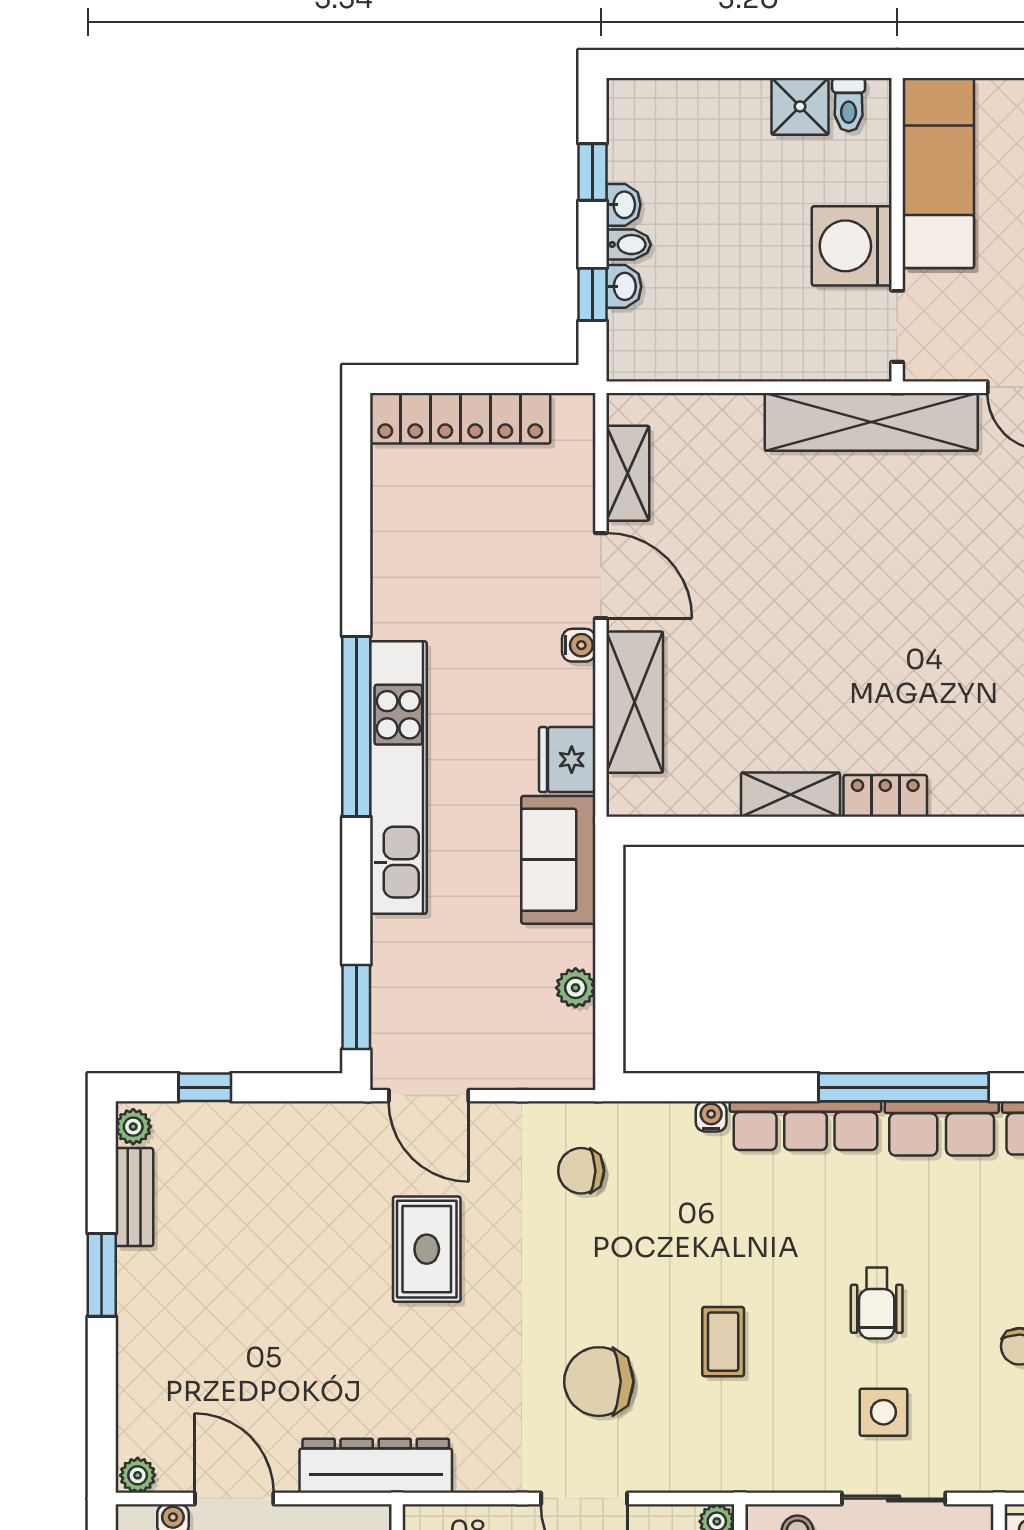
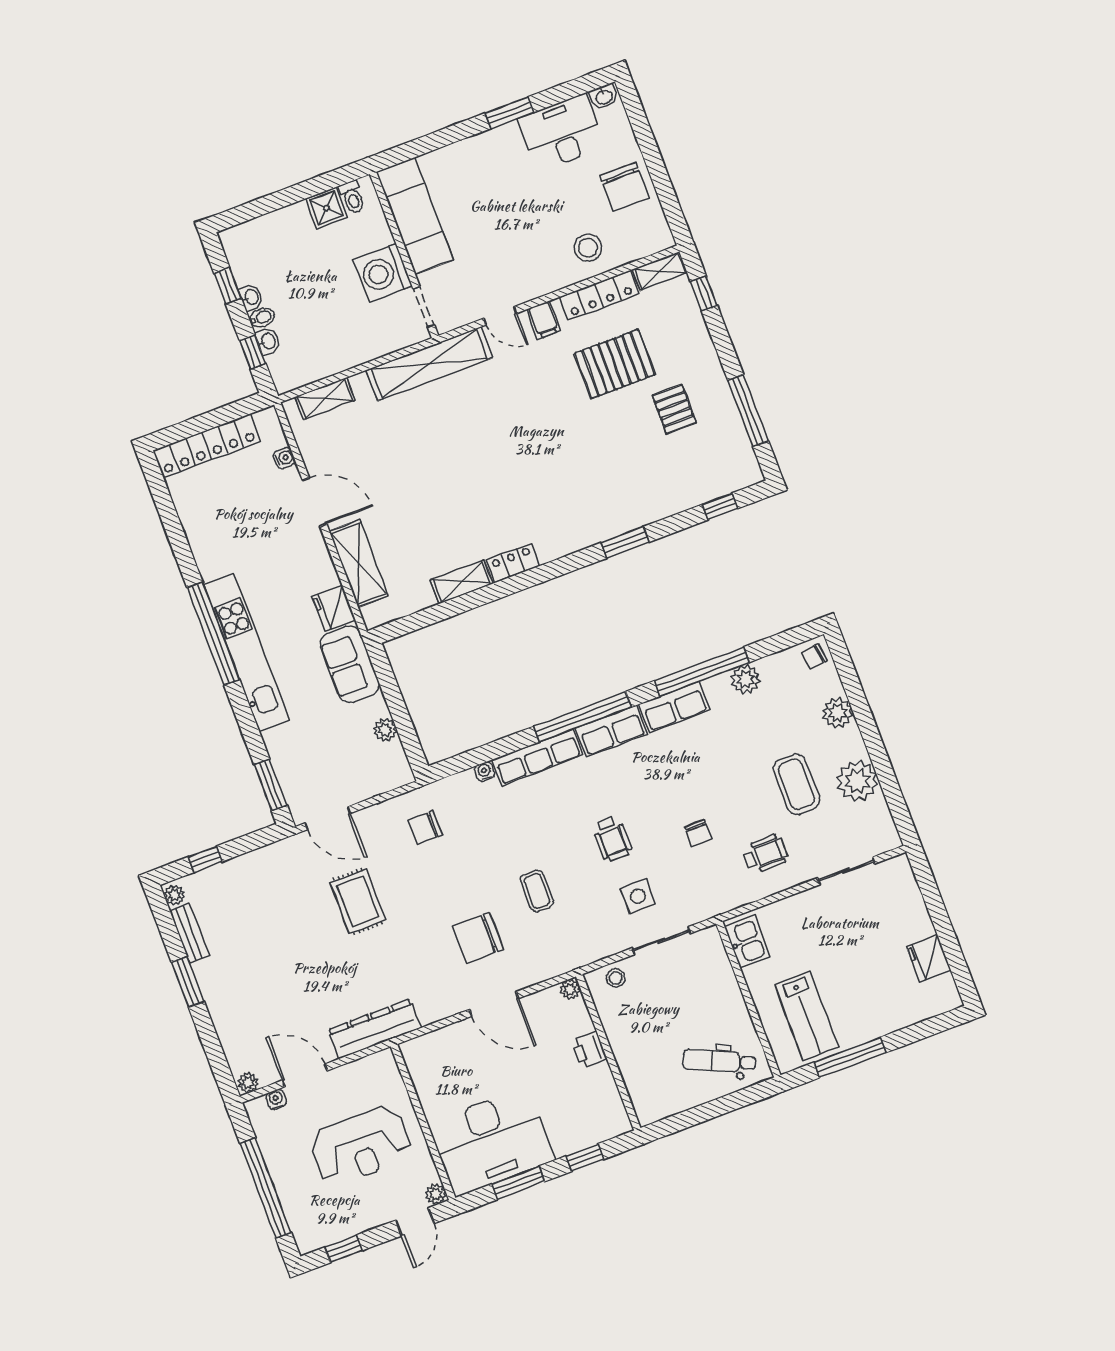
shelving: (628, 473) -> (325, 399), moved, turned 90
water cooler: (579, 645) -> (284, 458), moved

